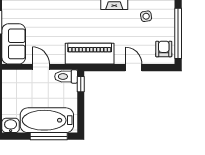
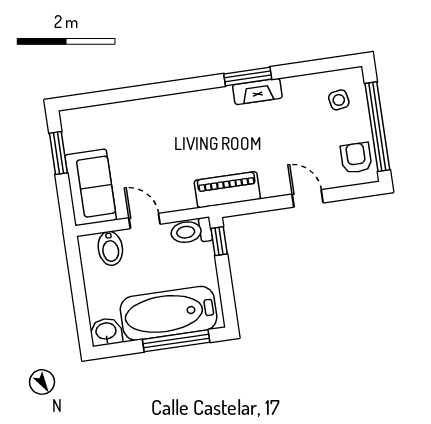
side table: (146, 16) -> (339, 100), moved
piano: (90, 54) -> (227, 190), width x0.73, depth x0.75
bidet: (20, 79) -> (110, 248), added

